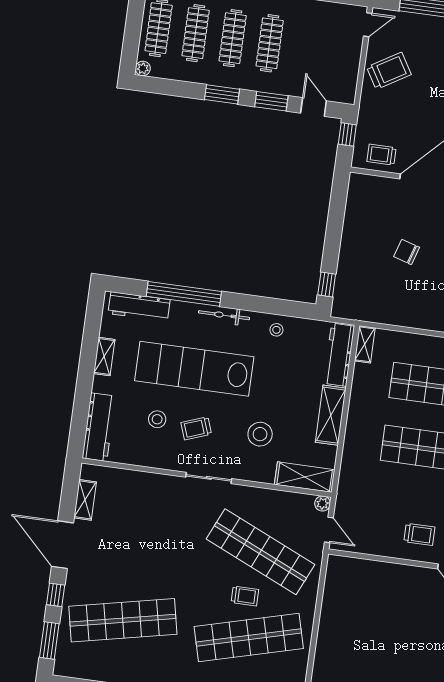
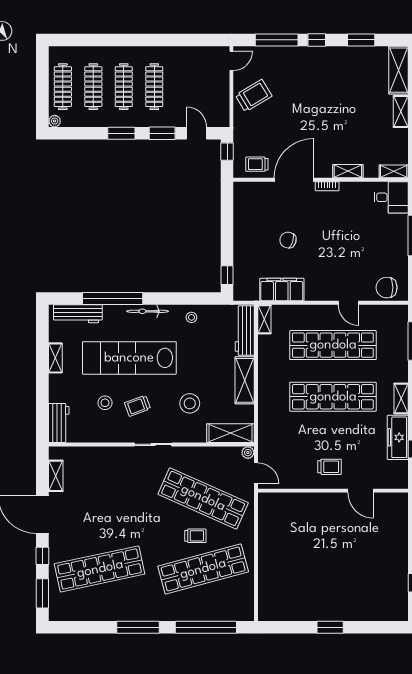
filing cabinet: (391, 311) -> (282, 290), added
workbench: (99, 427) -> (59, 423), width x0.73

